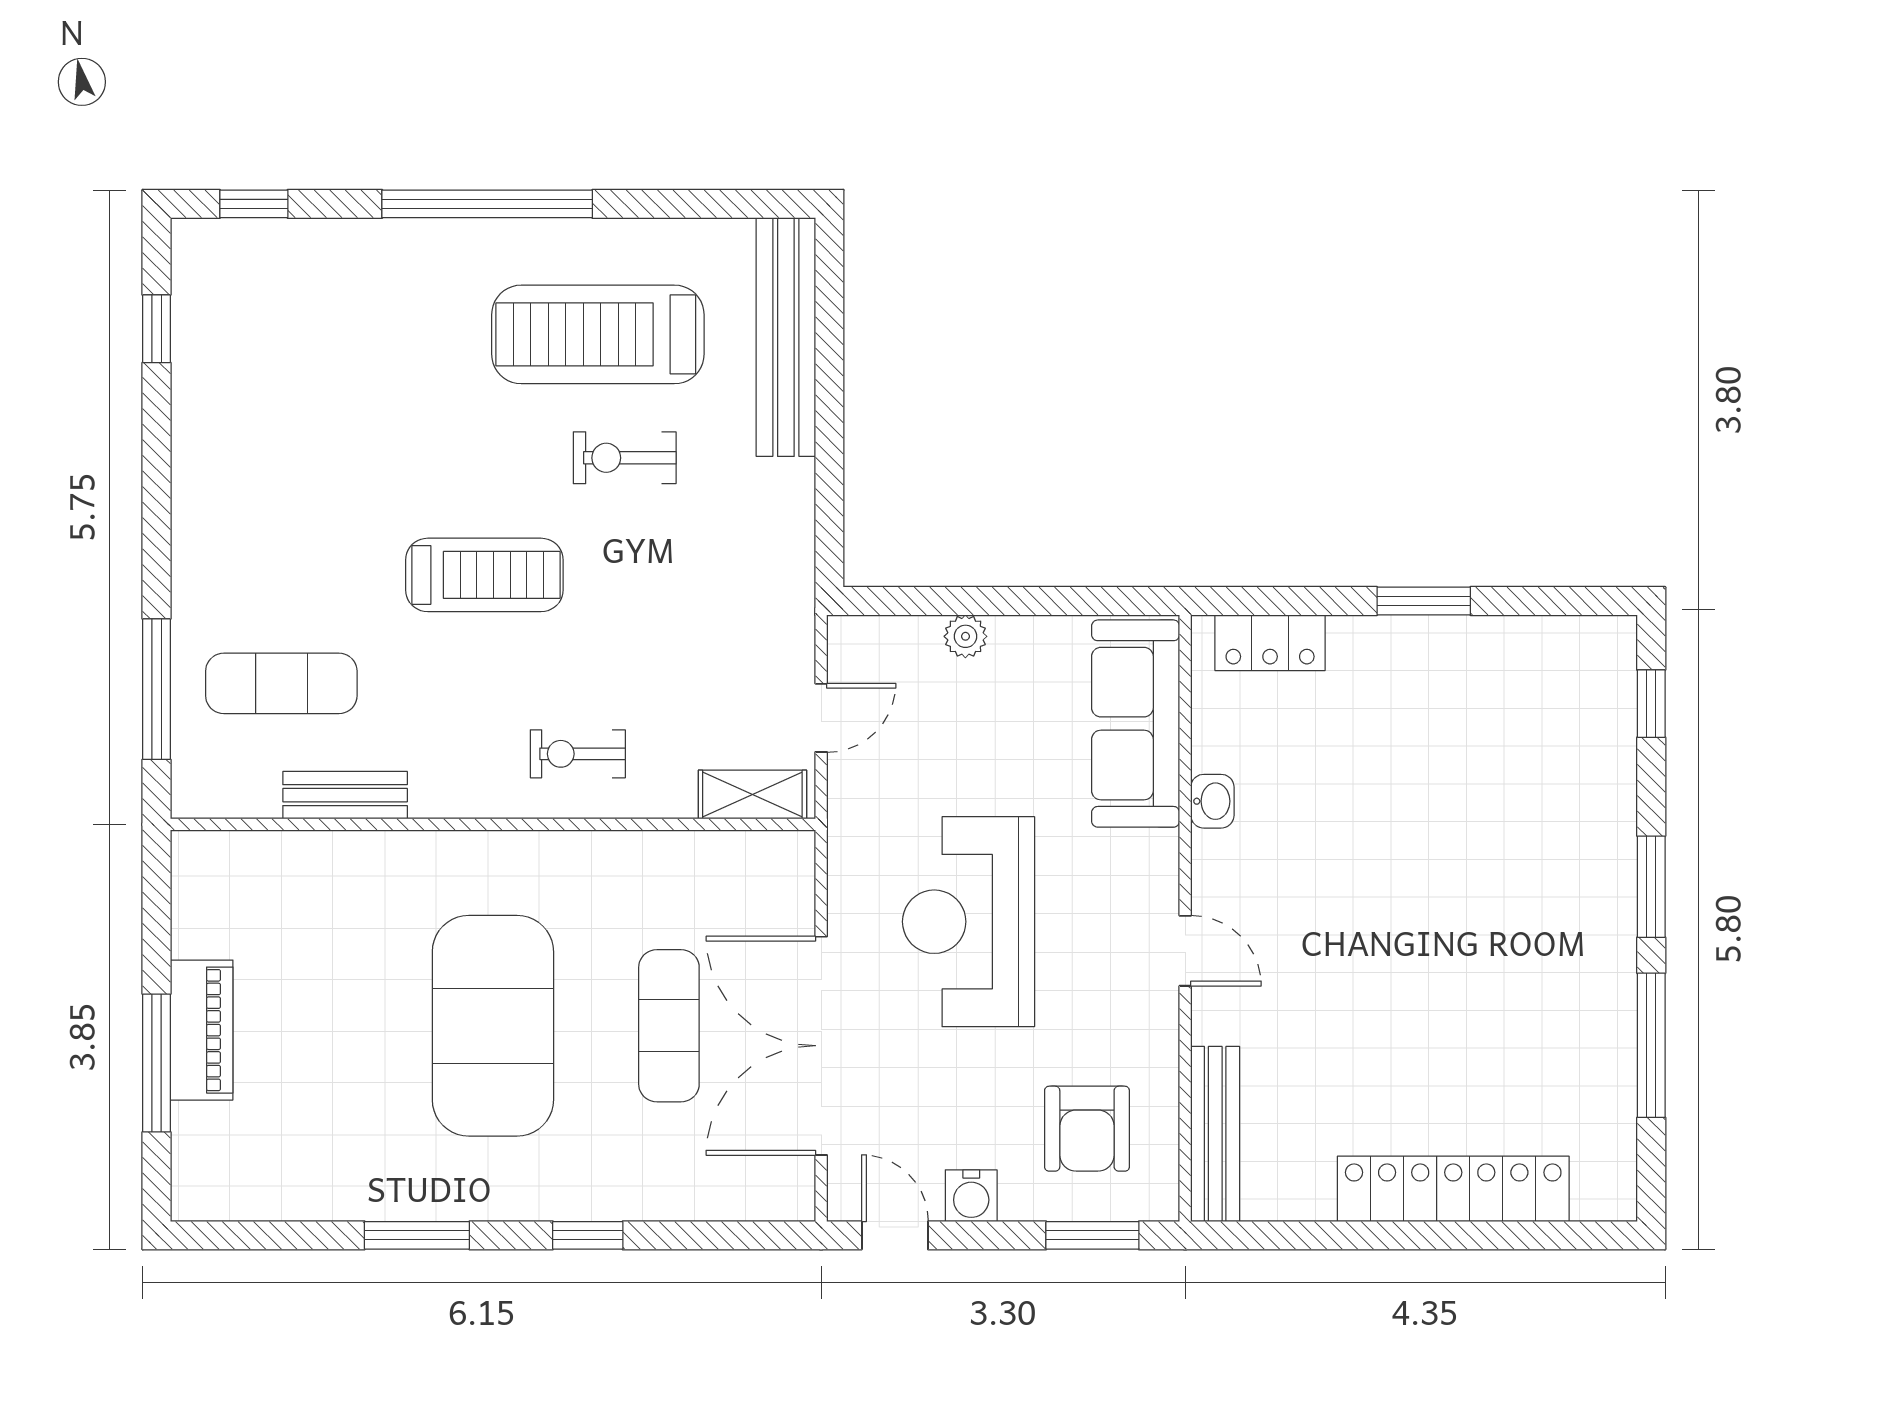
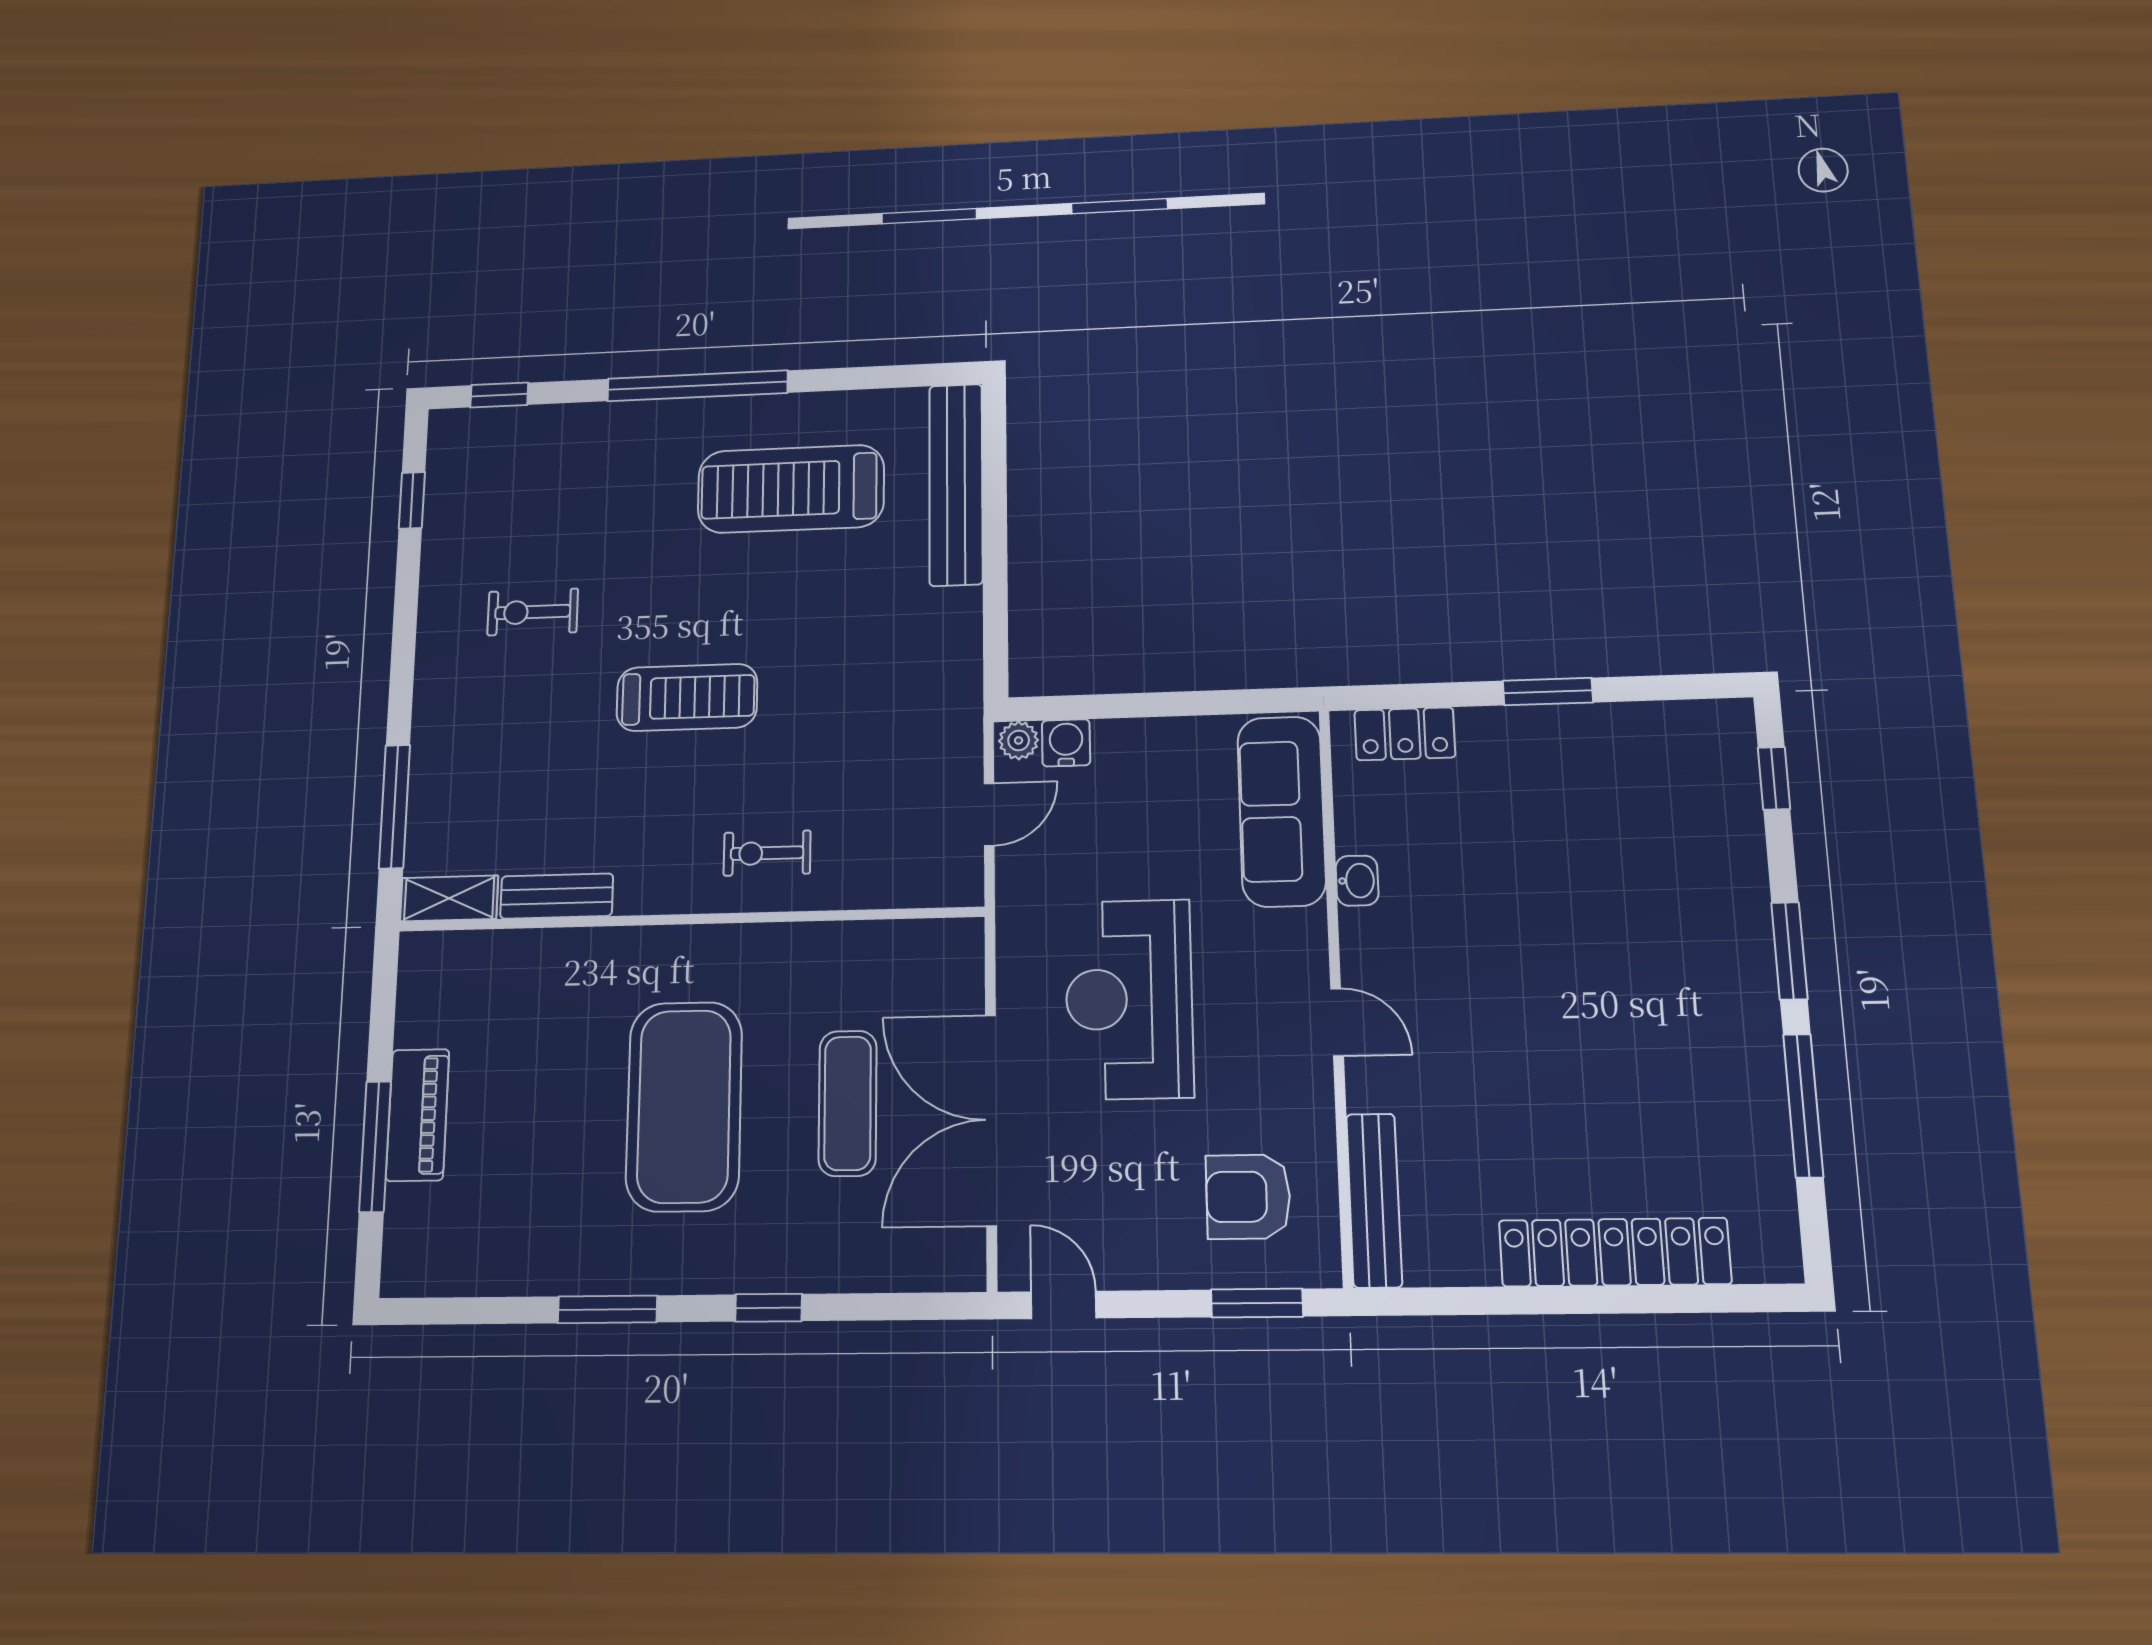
exercise bike: (625, 458) -> (533, 612), moved
plant: (965, 636) -> (1019, 740), moved
exercise mat: (281, 683) -> (504, 798), removed
shelving: (752, 795) -> (449, 898), moved
armchair: (1087, 1129) -> (1248, 1197), turned 90
water cooler: (971, 1196) -> (1066, 743), moved, turned 180

